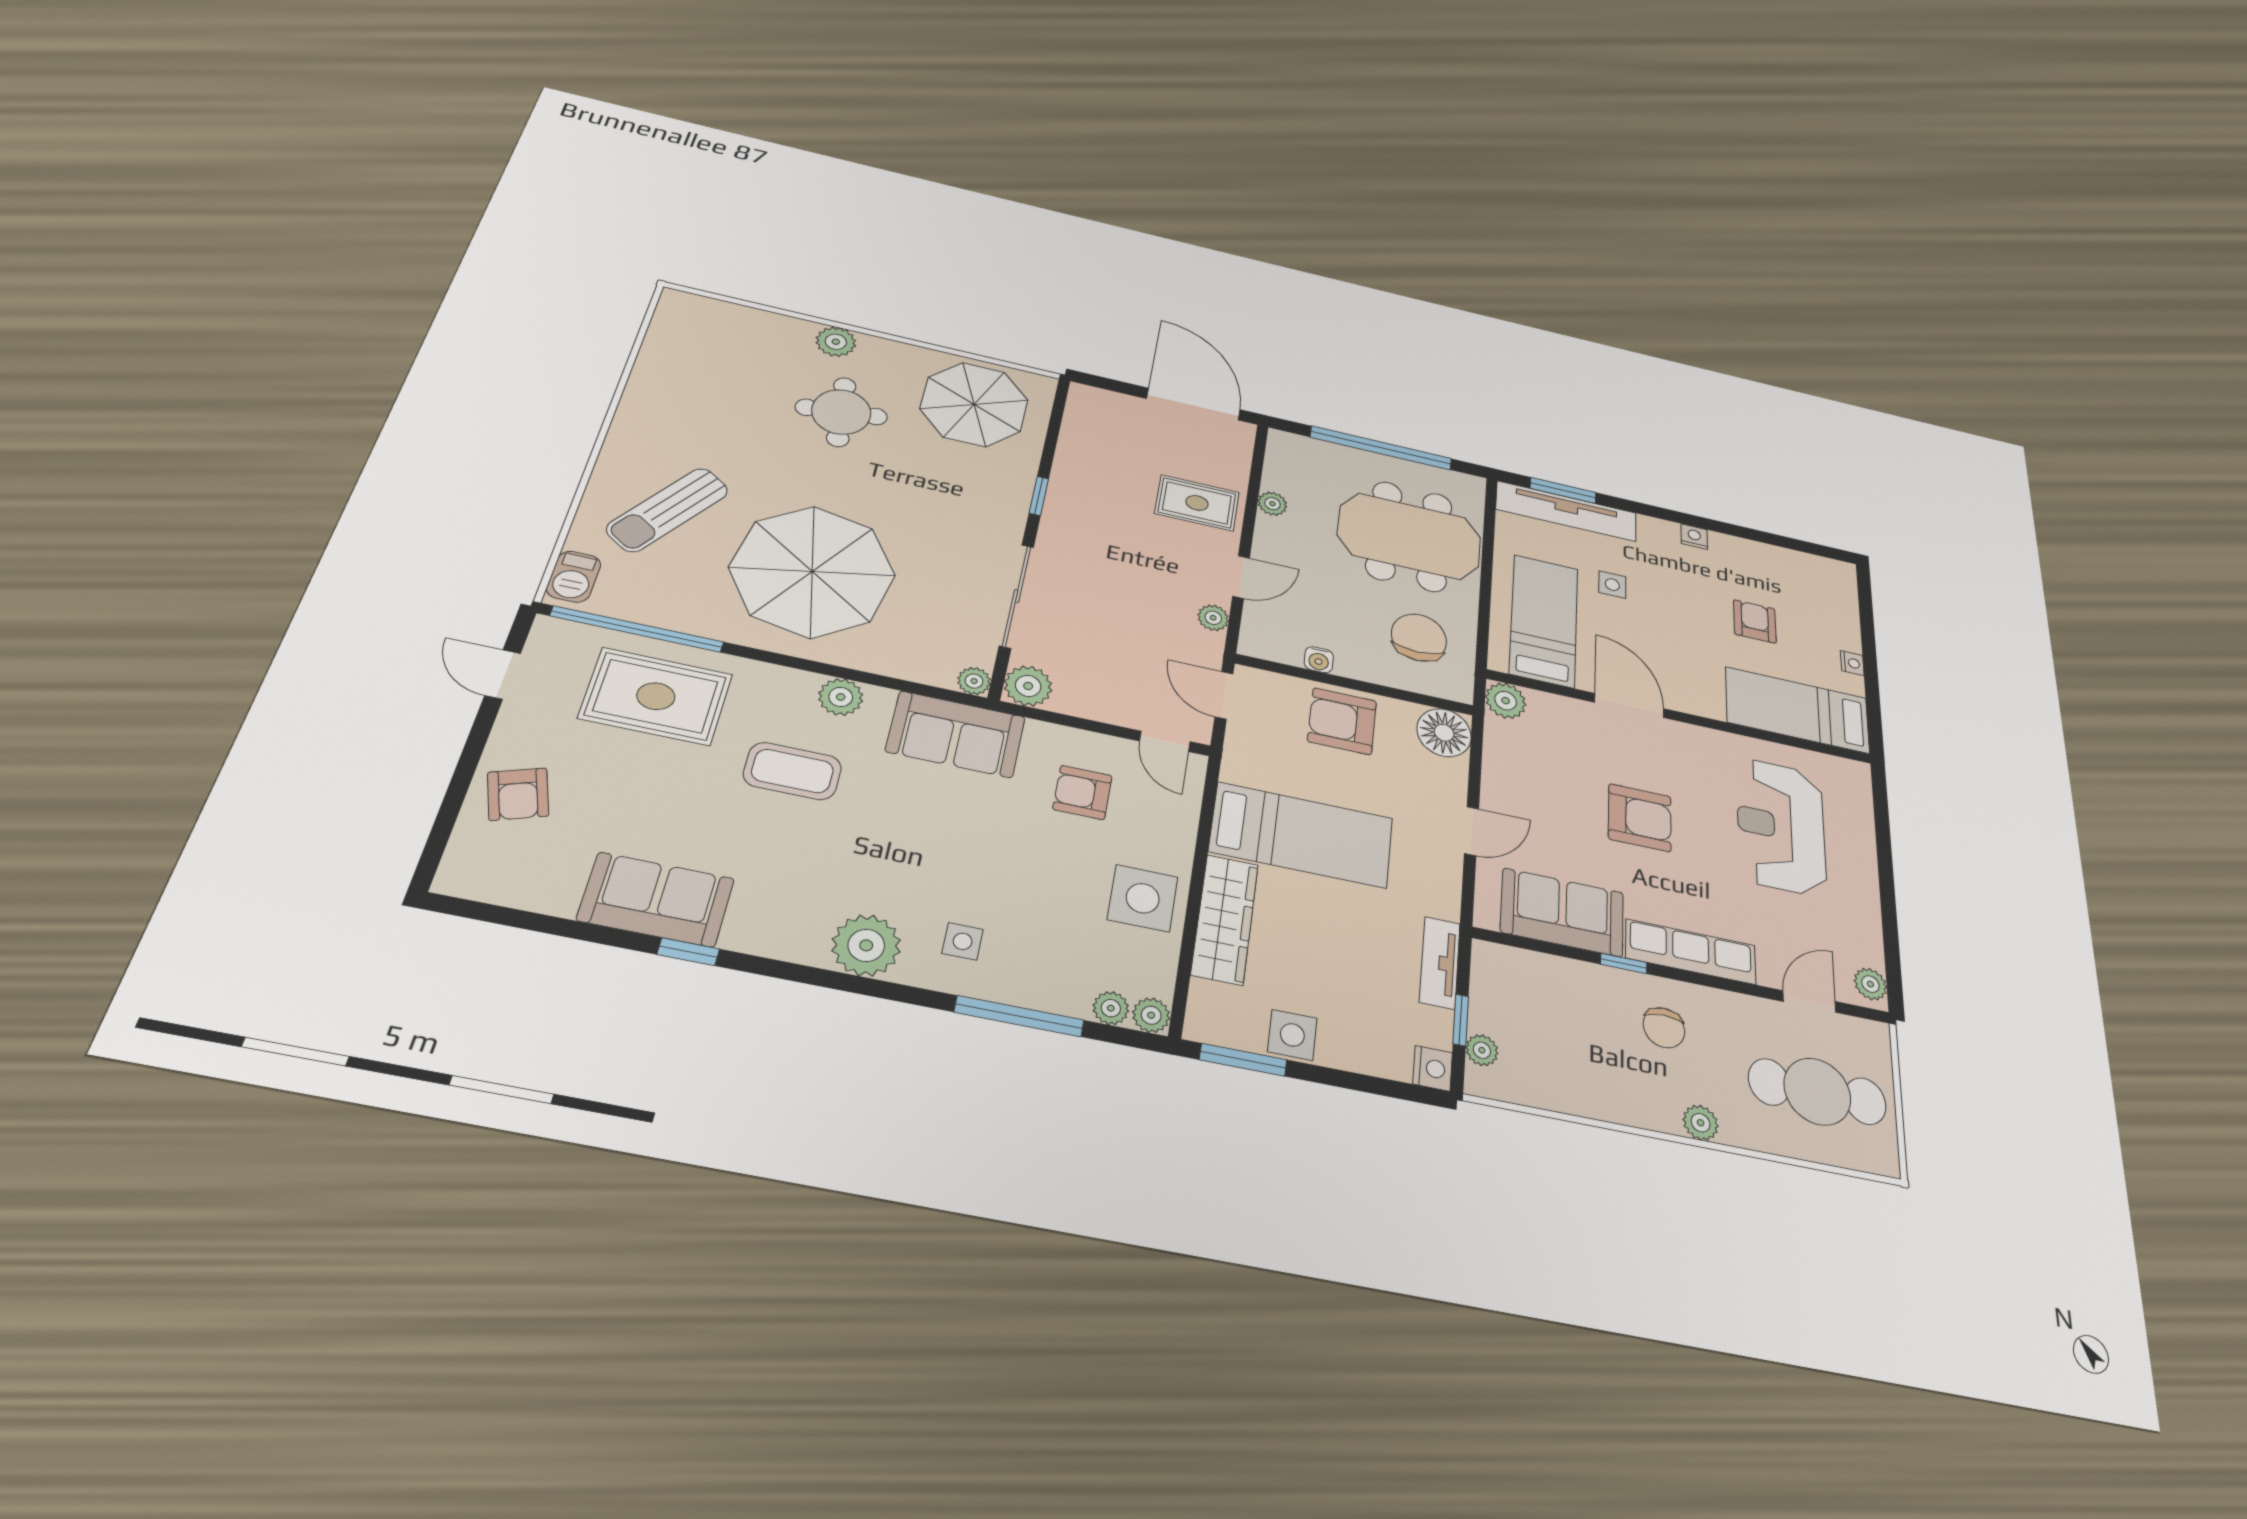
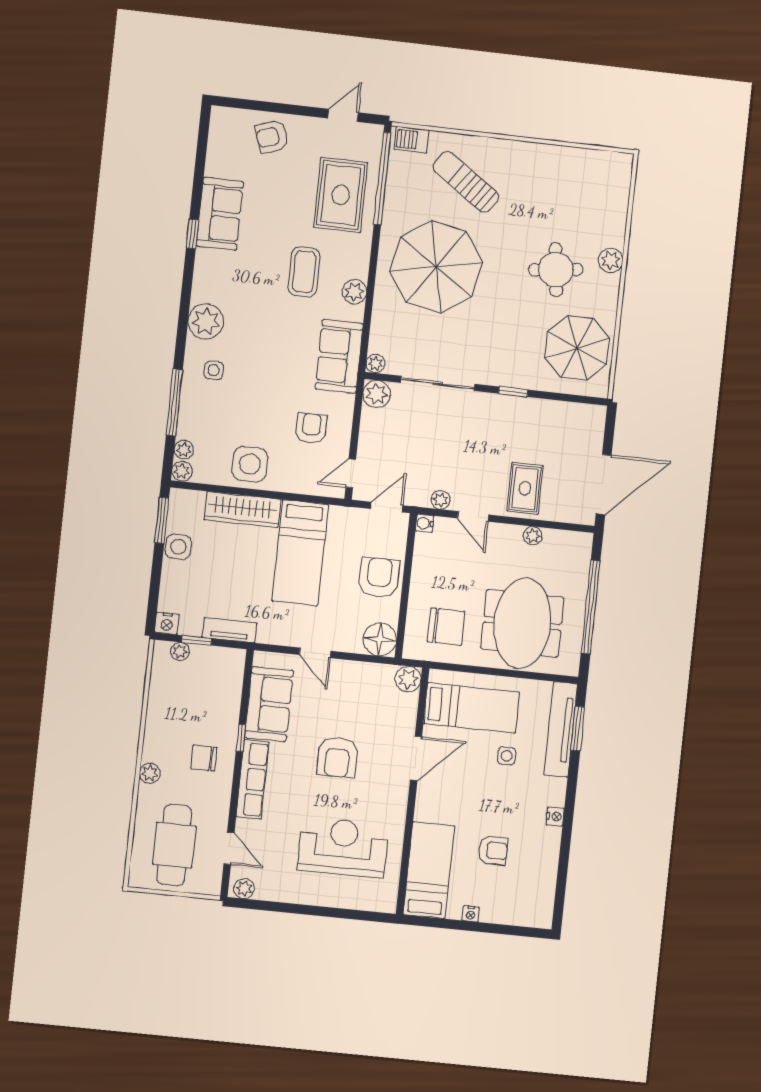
water cooler: (1319, 660) -> (425, 523), moved

